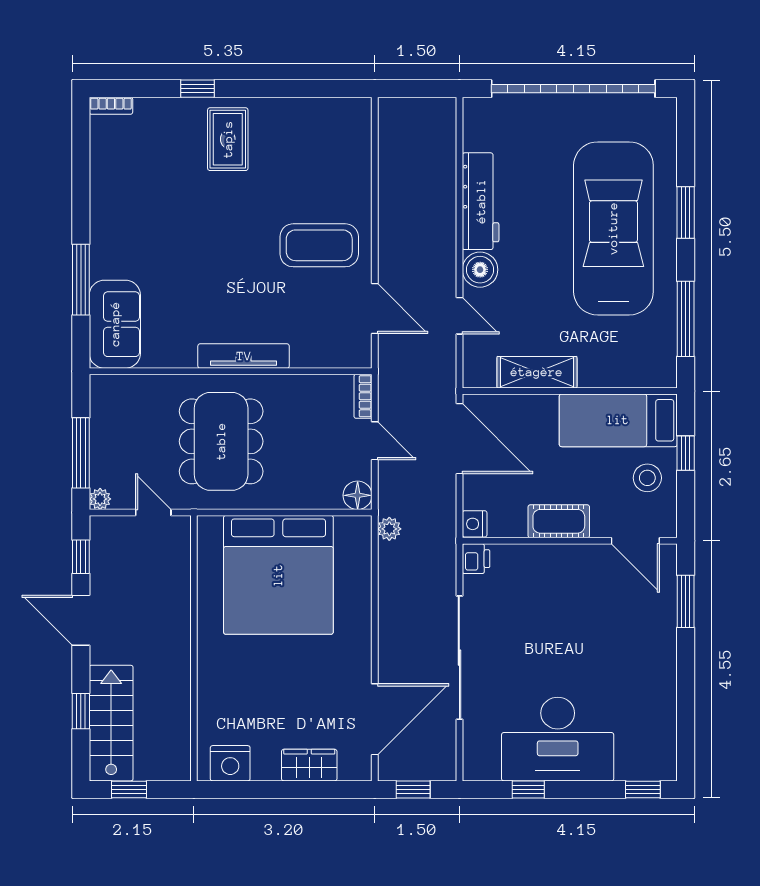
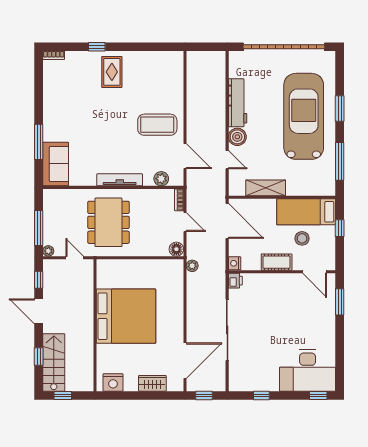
plant: (327, 354) -> (161, 179), added
stool: (647, 478) -> (302, 238), moved
bed: (278, 575) -> (126, 316), moved, turned -90
desk: (558, 739) -> (308, 370), moved

